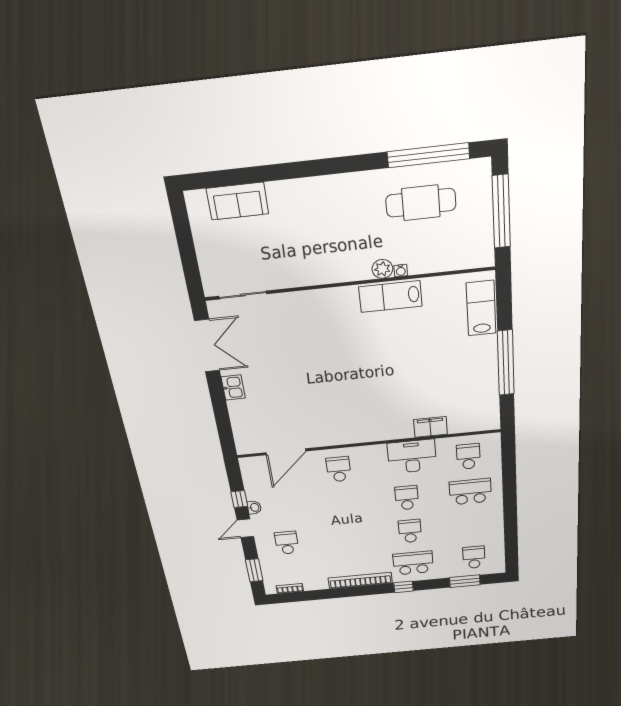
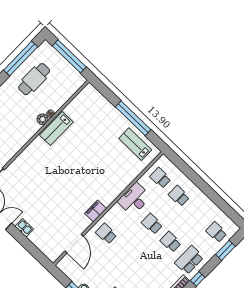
lab bench: (481, 308) -> (135, 144), moved
filing cabinet: (430, 427) -> (96, 211), moved
school desk: (470, 492) -> (179, 196), width x0.54

